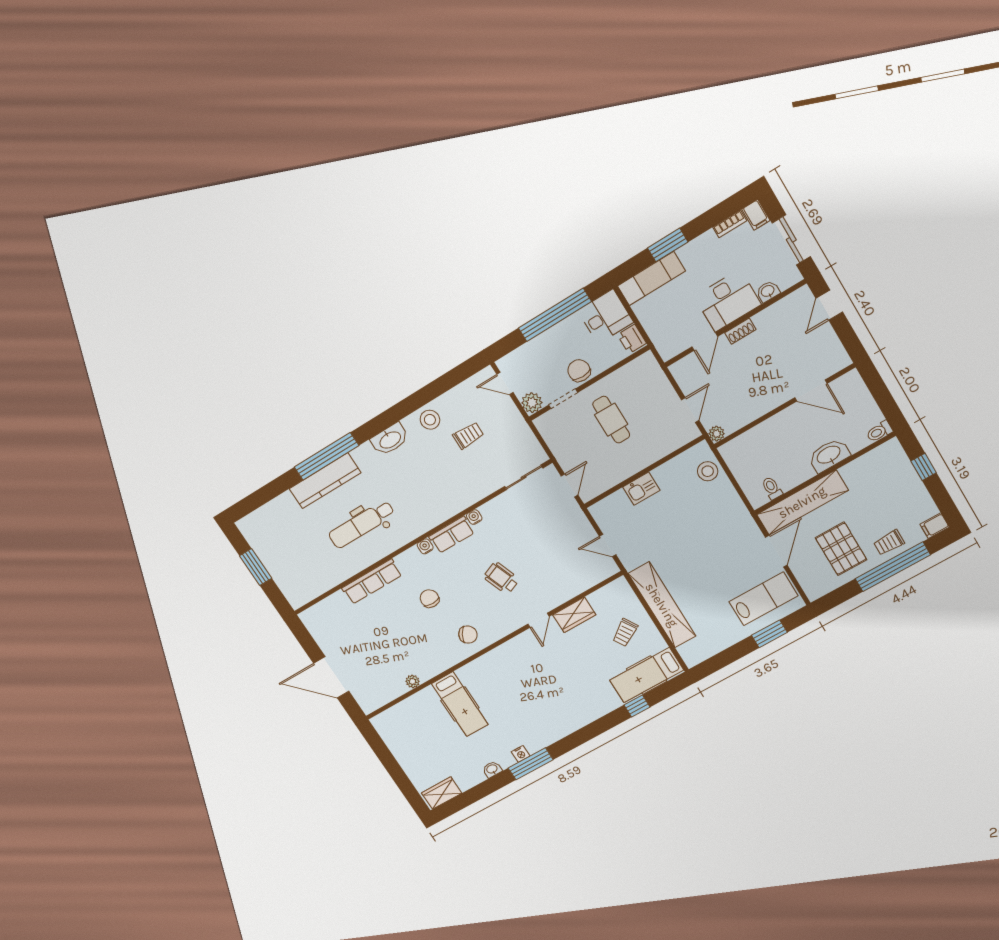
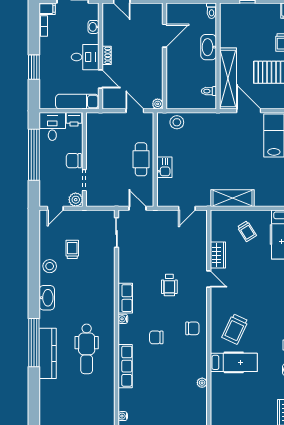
exam couch: (651, 279) -> (77, 102), moved, turned -90
desk: (728, 301) -> (85, 57), width x0.73
cafe table: (611, 420) -> (141, 159), moved, turned 90
water cooler: (474, 517) -> (123, 416), moved
wheelchair: (501, 578) -> (169, 285), turned -69
shelving: (662, 605) -> (233, 198), width x0.68
chair: (468, 635) -> (192, 328), turned 59
trolley: (500, 684) -> (235, 329), added

